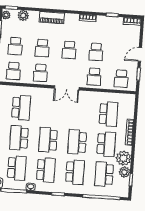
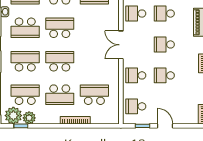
school desk: (108, 114) -> (94, 95), turned 180
plant: (123, 158) -> (13, 116), moved
school desk: (75, 172) -> (25, 61), turned 180

